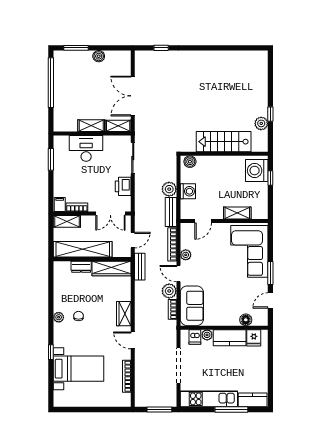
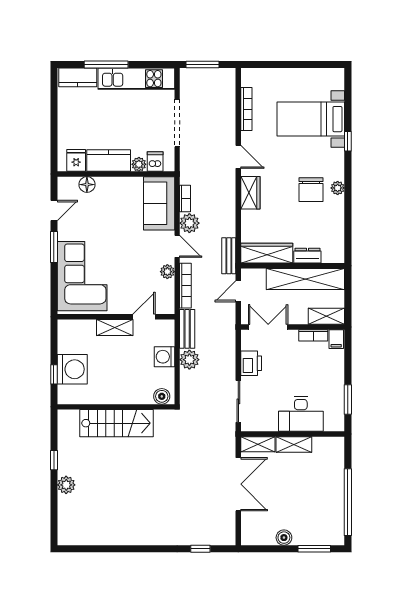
plant: (261, 123) -> (66, 485), moved
washing machine: (257, 171) -> (72, 369), moved
shelving: (237, 213) -> (115, 327), moved
chair: (79, 316) -> (311, 190), width x1.87, depth x1.87

